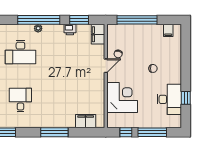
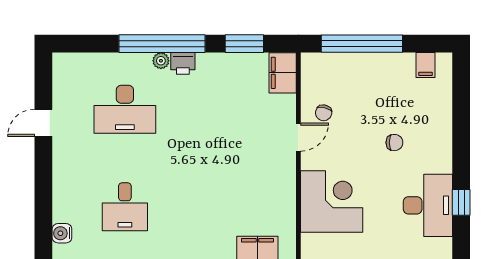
printer: (70, 30) -> (183, 63), moved
desk: (20, 100) -> (125, 207), turned 180

